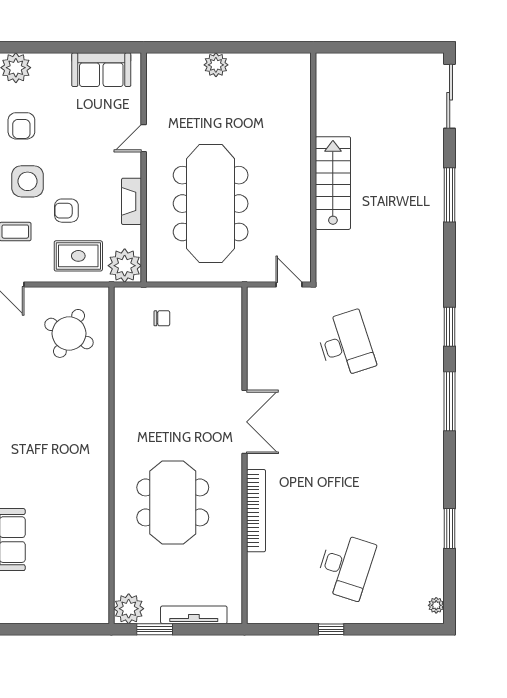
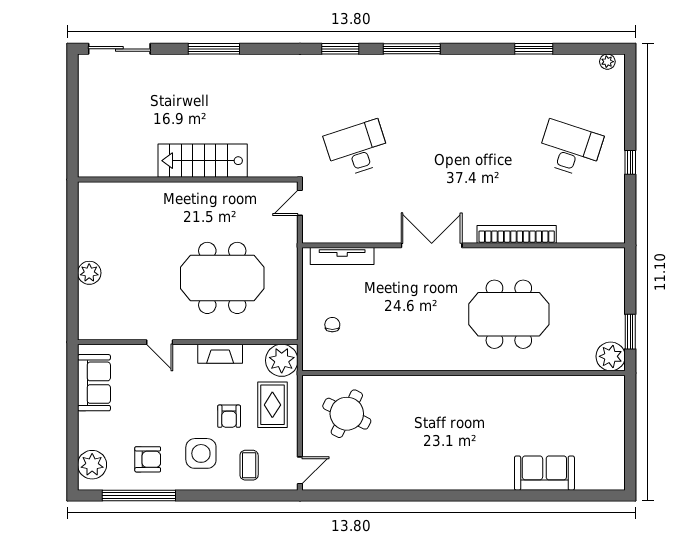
meeting table: (211, 204) -> (222, 278), width x0.73
tv unit: (194, 615) -> (342, 256), moved, turned -90

